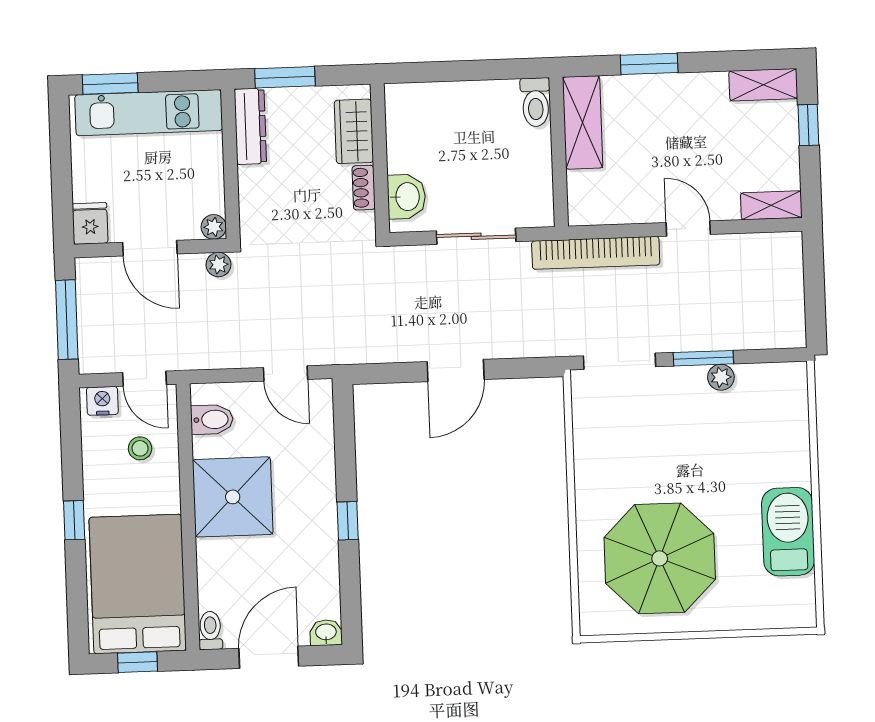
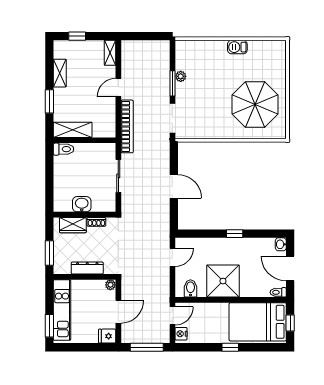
shelving: (763, 85) -> (60, 73), moved
dresser: (250, 126) -> (87, 268), moved
washbasin: (406, 197) -> (82, 204), moved
plant: (218, 265) -> (126, 283), removed
stool: (140, 448) -> (201, 319), removed
barbecue: (788, 532) -> (237, 47), width x0.53, depth x0.65

